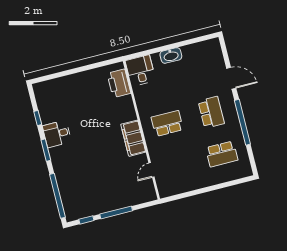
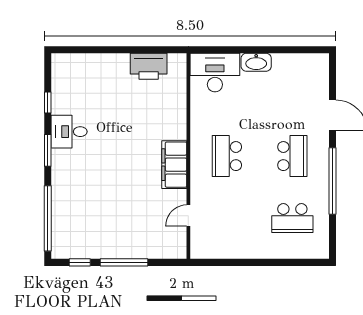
desk: (140, 71) -> (215, 73), width x1.37
printer: (119, 83) -> (149, 66), moved, turned -90
school desk: (167, 123) -> (227, 156), turned -90

